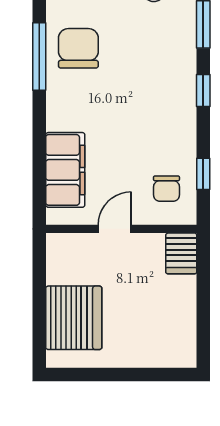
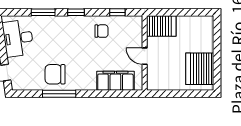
chair: (166, 189) -> (101, 31), moved
server rack: (181, 253) -> (161, 26), width x1.36, depth x1.44
server rack: (74, 318) -> (200, 69), moved, turned -90

